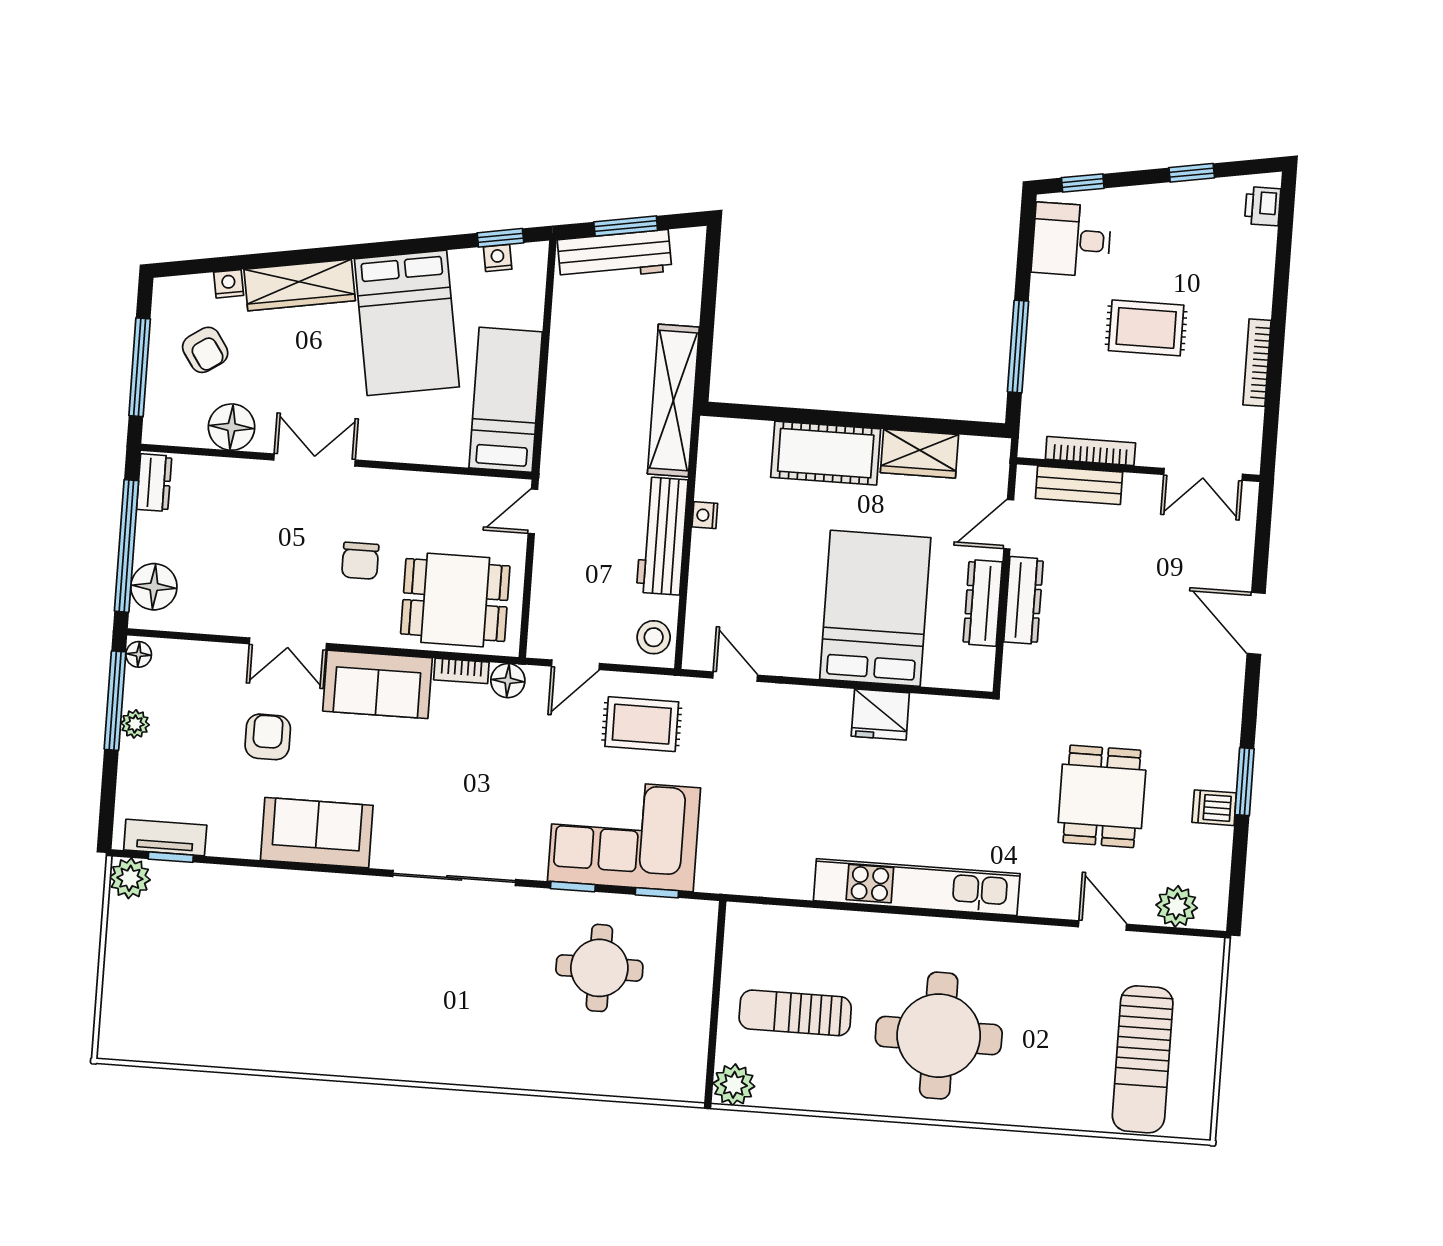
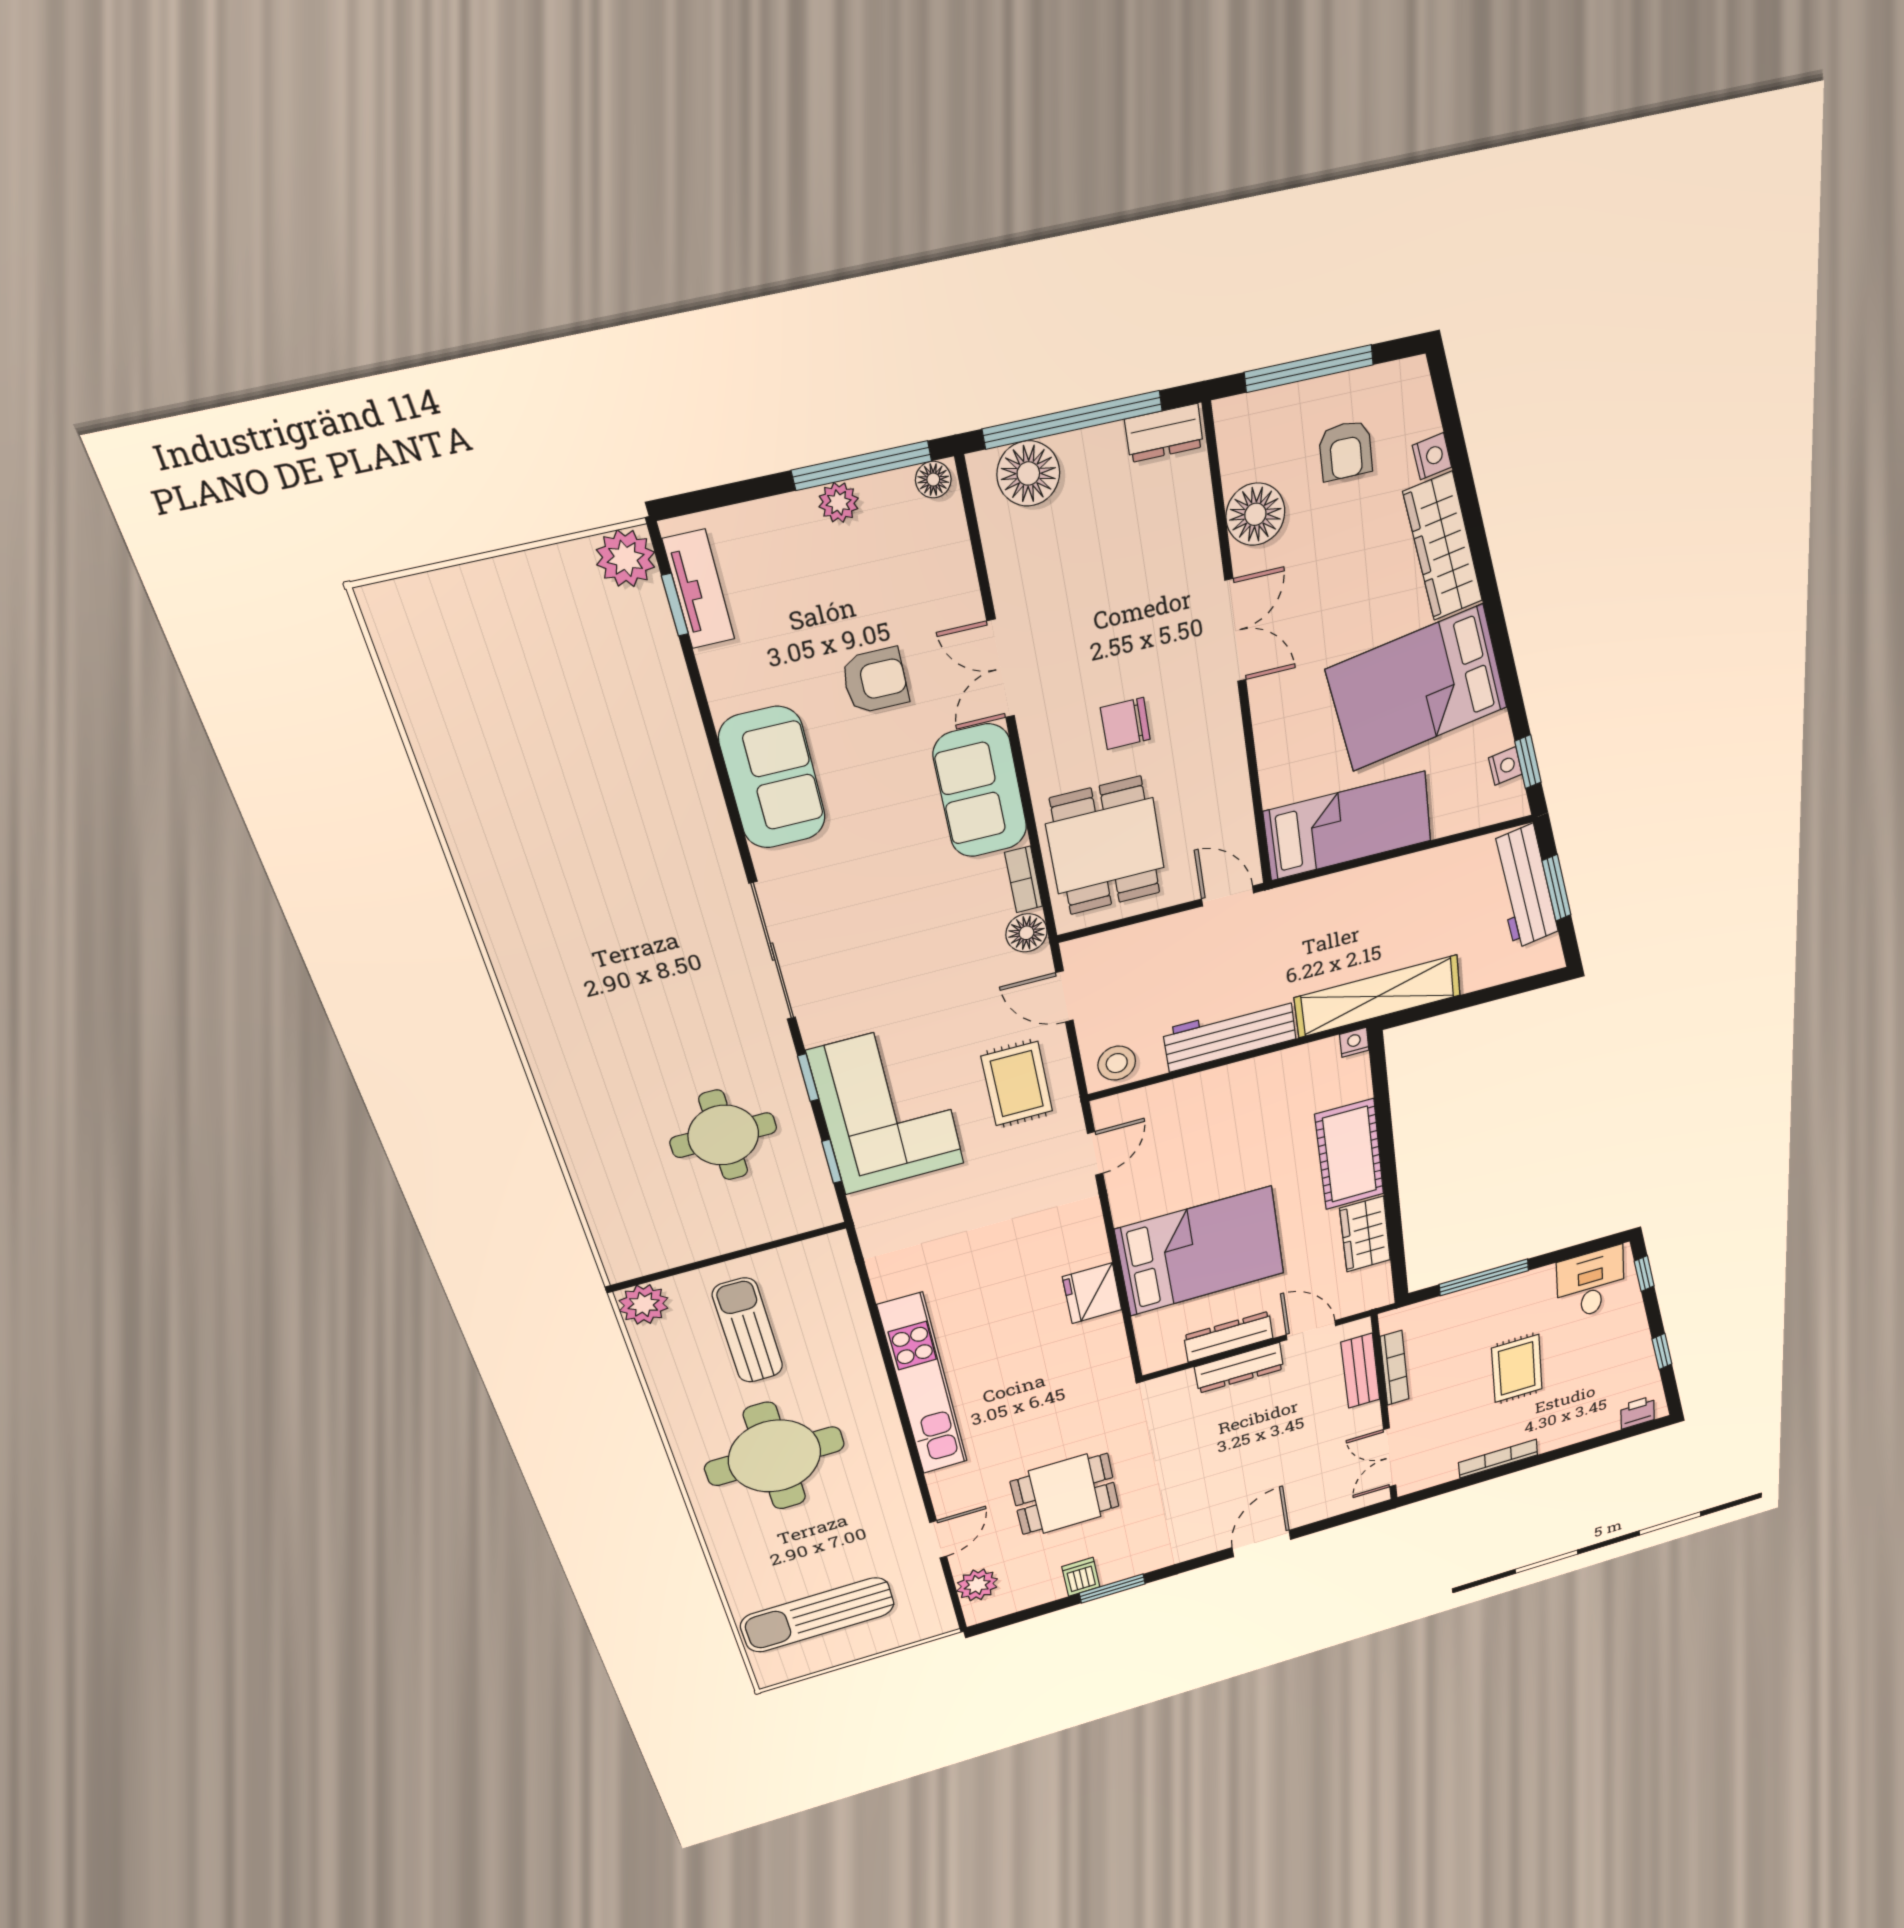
armchair: (205, 350) -> (1346, 451), turned -56
nightstand: (705, 515) -> (1354, 1042), moved

